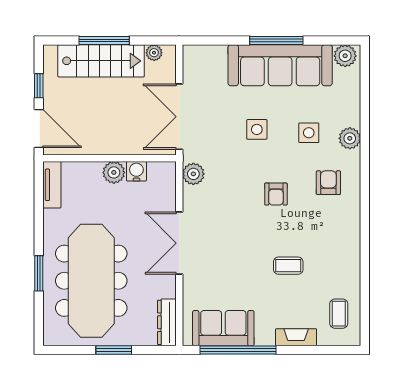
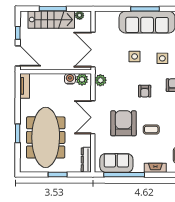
plant: (114, 172) -> (82, 79), moved
armchair: (236, 254) -> (123, 123), added

